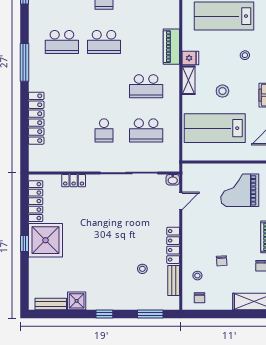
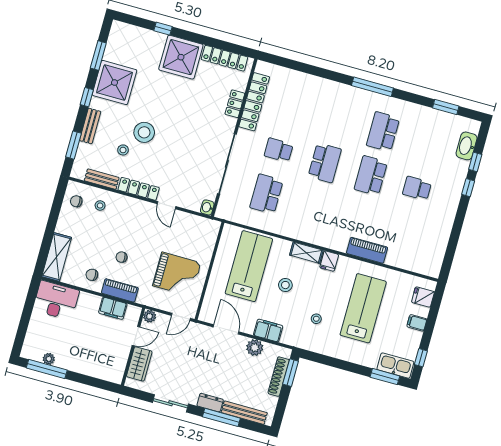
piano: (171, 47) -> (367, 250), moved
school desk: (146, 86) -> (325, 163), moved, turned 180
locker: (36, 118) -> (254, 102), moved, turned -90
grand piano: (240, 190) -> (177, 274), turned 90
door: (181, 201) -> (166, 205), moved
window: (25, 244) -> (163, 29), moved
stool: (121, 254) -> (144, 132), added
chair: (222, 261) -> (122, 257), moved
shower: (77, 301) -> (114, 83), width x1.86, depth x1.86
bench: (51, 304) -> (90, 126), moved
window: (64, 314) -> (98, 56), added

